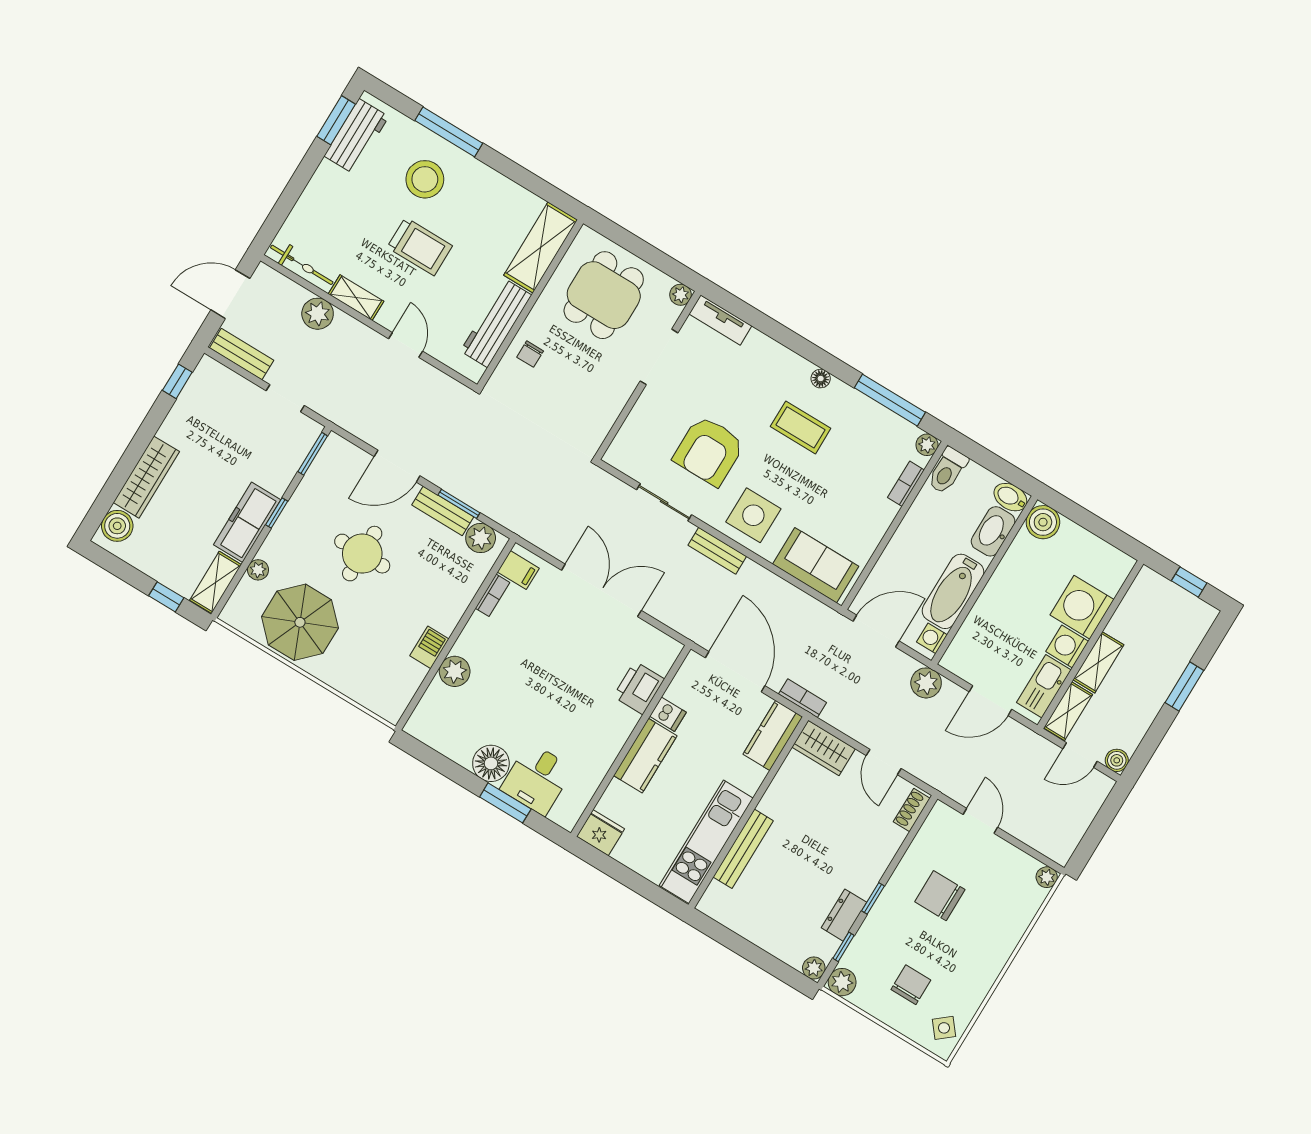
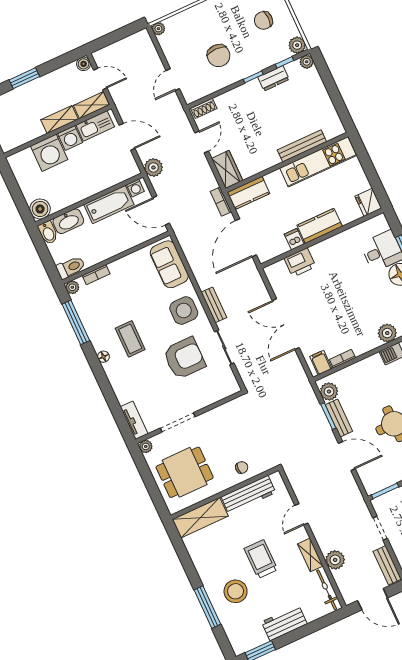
workbench: (356, 136) -> (284, 623), moved

